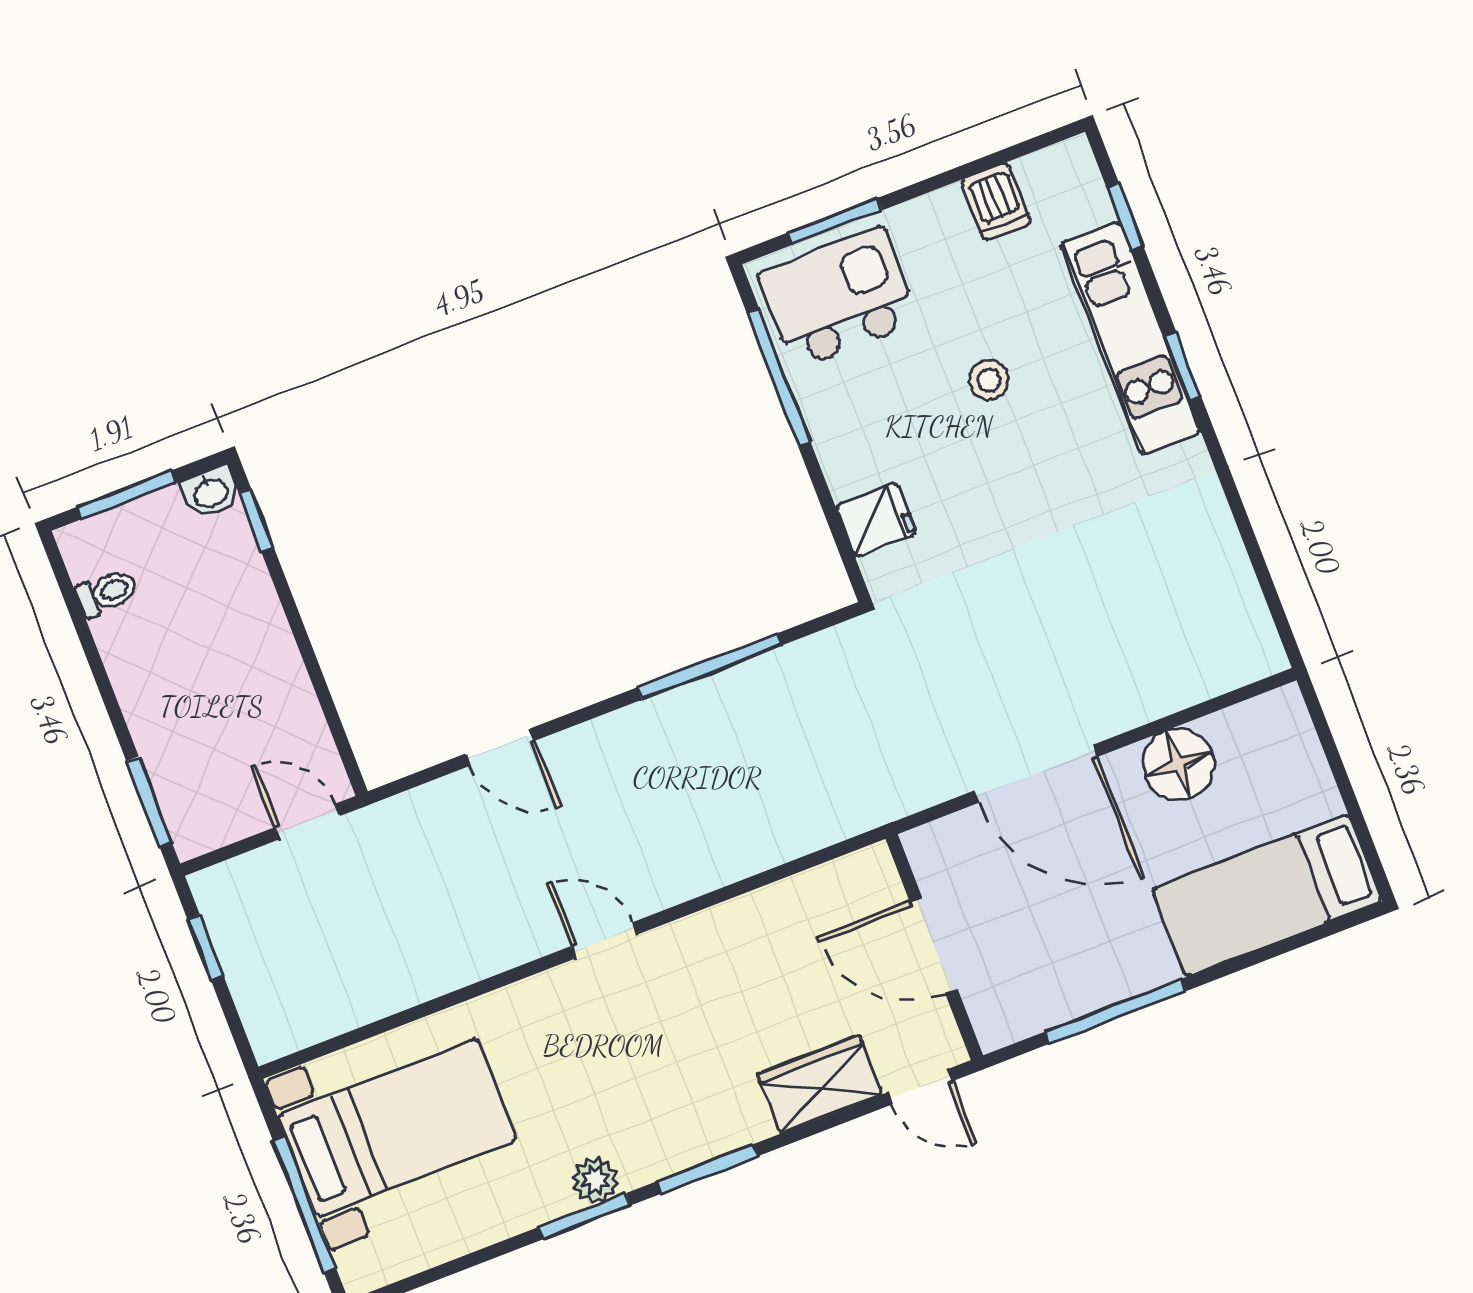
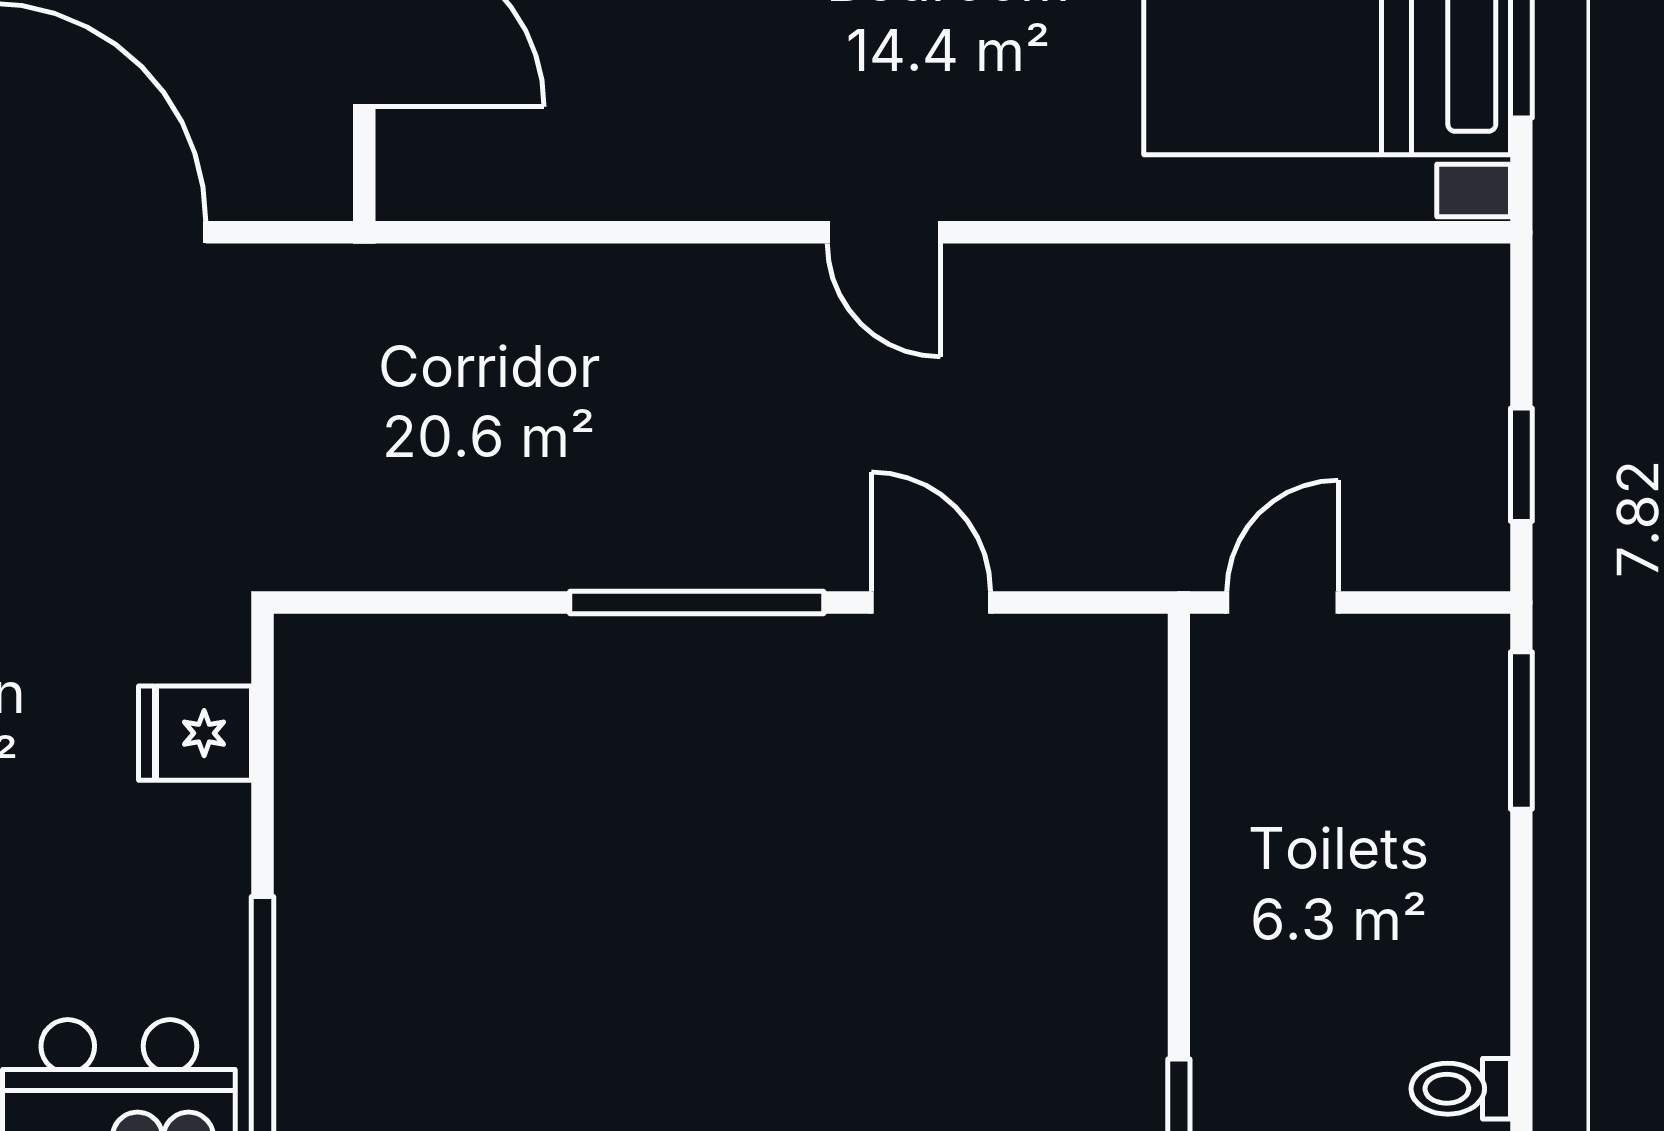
window: (709, 667) -> (697, 603), moved
door: (307, 822) -> (1283, 603), swing flipped

